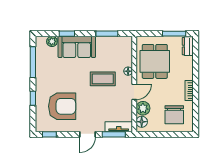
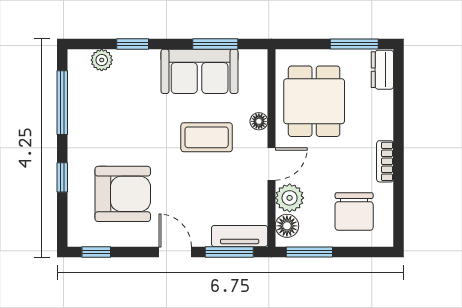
sofa: (77, 47) -> (200, 71), moved
door: (88, 134) -> (175, 252), swing flipped
window: (152, 134) -> (309, 252), added

